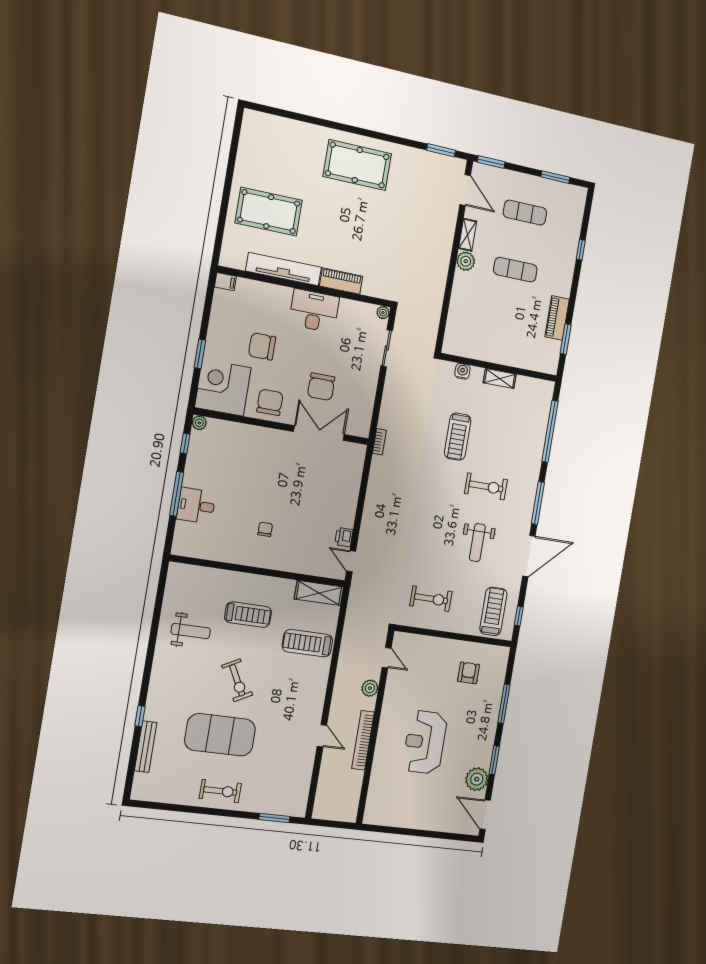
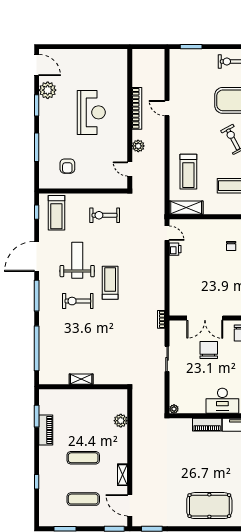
plant: (466, 261) -> (121, 421), moved
sliding door: (387, 348) -> (167, 359), moved
water cooler: (462, 371) -> (110, 379), removed
treadmill: (458, 437) -> (110, 283), moved
weight bench: (477, 543) -> (77, 260), width x1.36, depth x1.33
treadmill: (307, 643) -> (188, 172), turned 90

